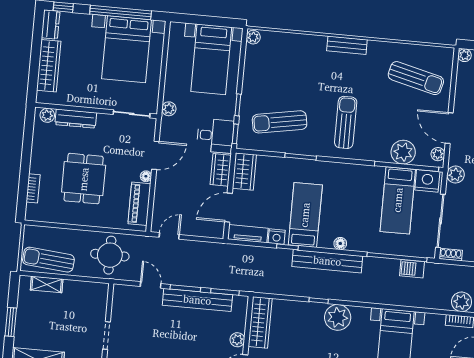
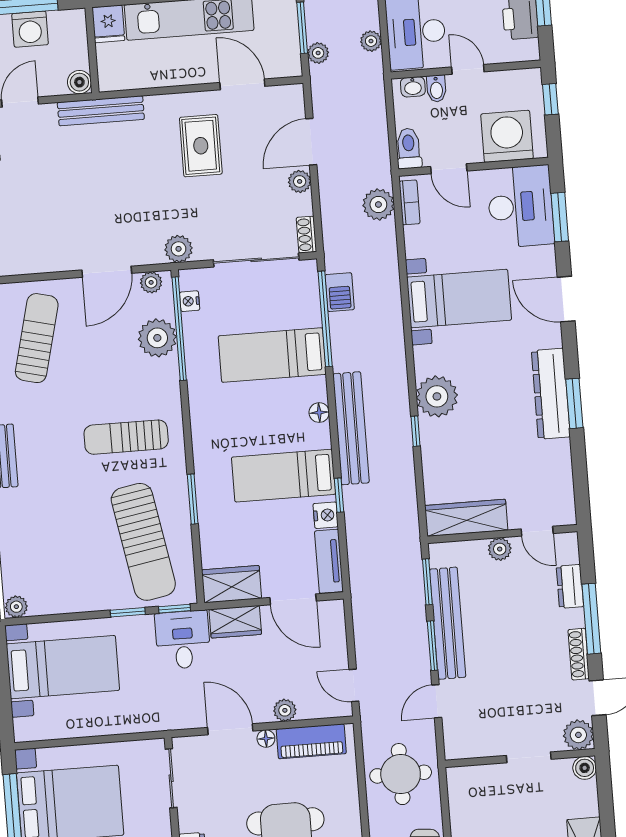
plant: (169, 109) -> (285, 710), moved
sun lounger: (280, 122) -> (143, 542), width x1.36, depth x1.34
nightstand: (427, 181) -> (190, 301), width x0.53, depth x0.56
bed: (398, 200) -> (272, 355), moved, turned 180

